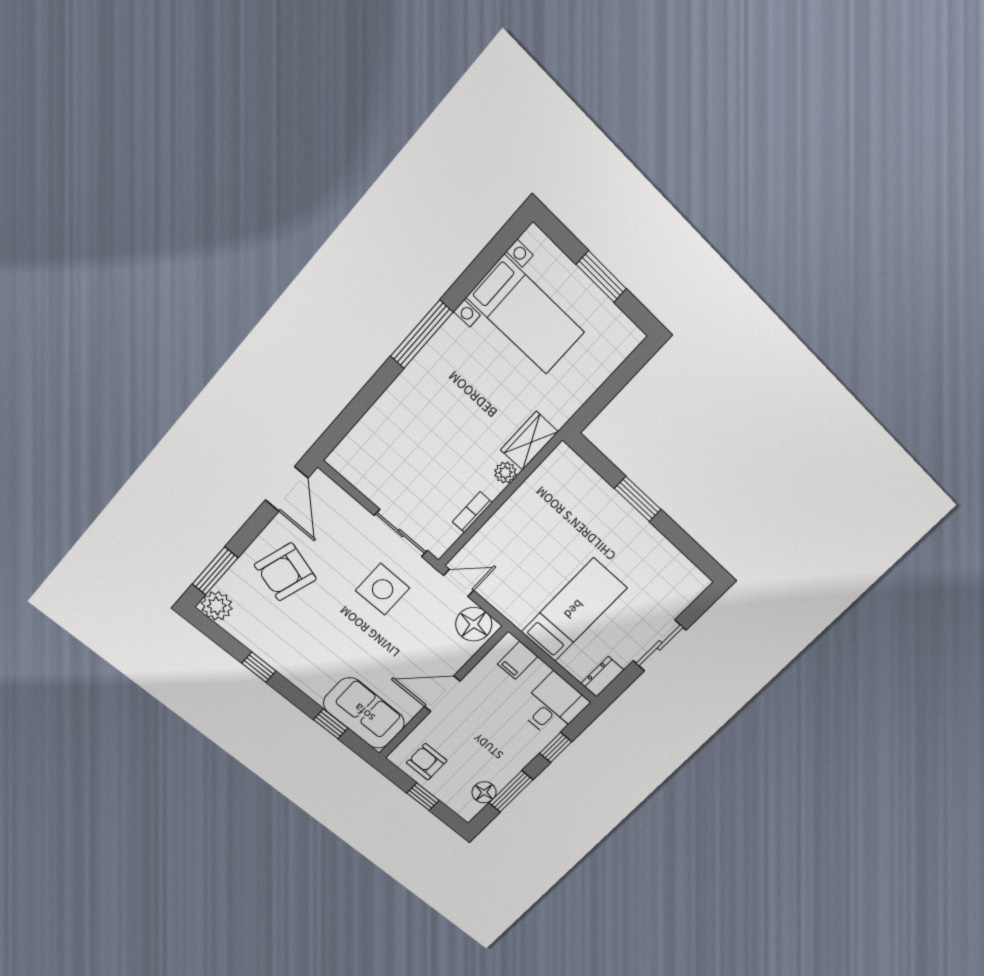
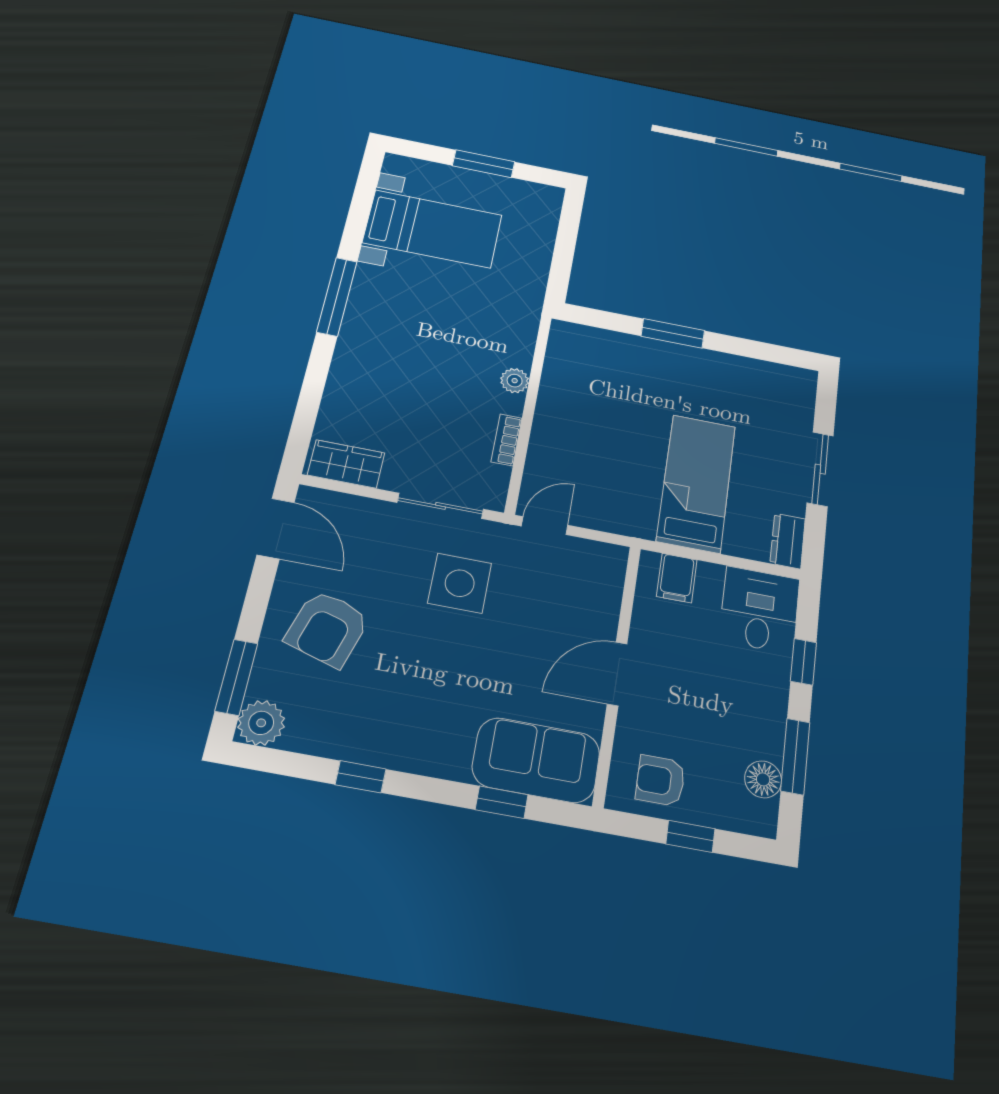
wardrobe: (529, 441) -> (346, 464), moved, turned 90
floor lamp: (474, 624) -> (595, 564), removed

